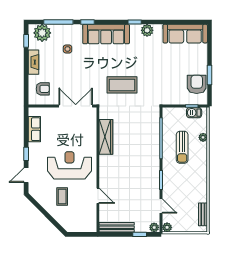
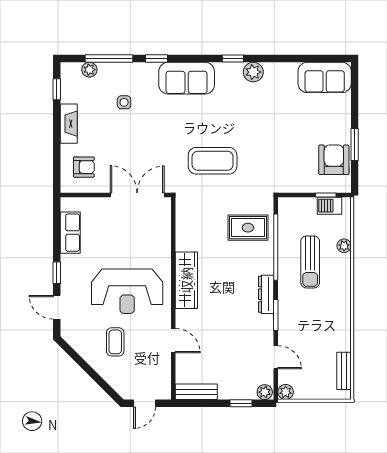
plant: (42, 33) -> (89, 70), width x0.53, depth x0.53
sofa: (106, 34) -> (187, 78), width x0.73
sofa: (185, 34) -> (325, 77), width x0.73
rug: (144, 126) -> (248, 228), added
wardrobe: (106, 137) -> (186, 280), moved
reception desk: (69, 165) -> (127, 291), turned 180
dresser: (155, 167) -> (266, 294), added
door: (26, 175) -> (57, 307), hinge flipped
bench: (117, 227) -> (196, 392), width x0.73
door: (80, 234) -> (145, 403), added

